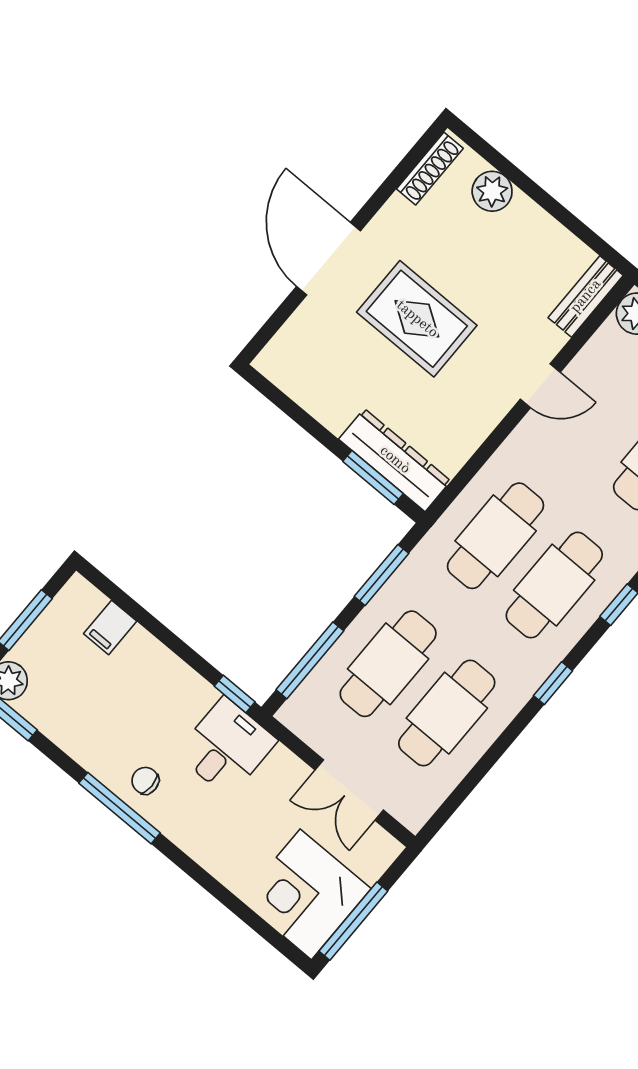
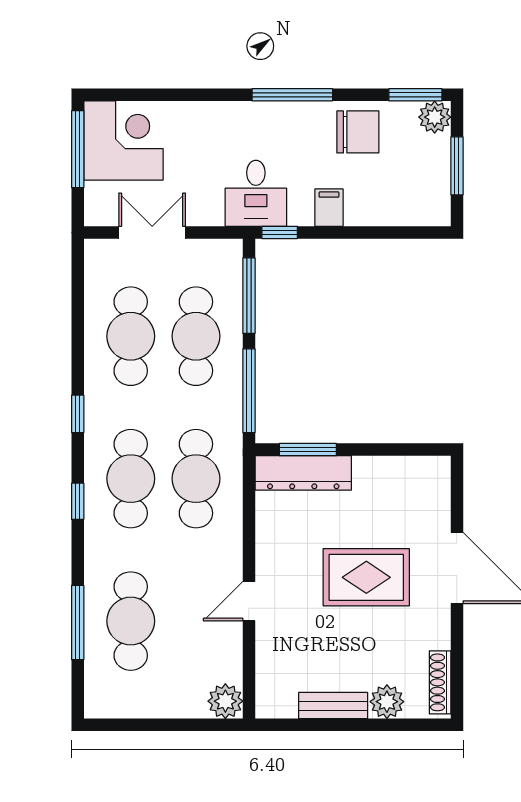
bench: (586, 296) -> (333, 706), moved, turned 90
window: (382, 575) -> (249, 391), width x1.44
filing cabinet: (110, 627) -> (329, 208), moved
chair: (145, 781) -> (358, 132), moved, width x1.87, depth x1.87

